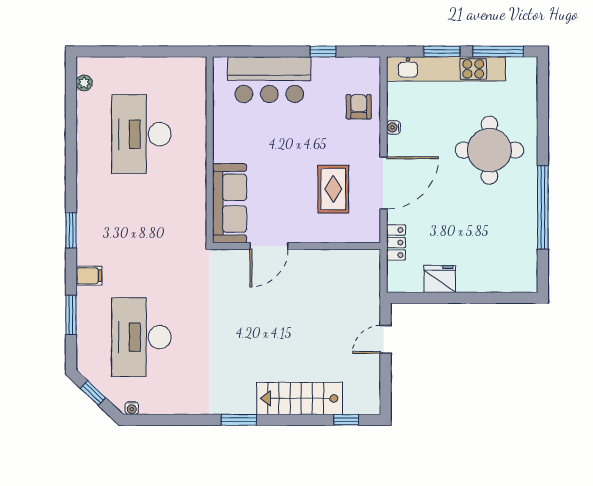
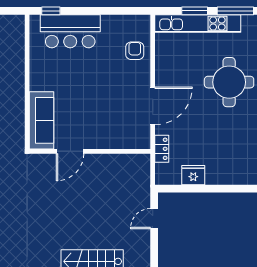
window: (323, 51) -> (51, 11), moved
water cooler: (393, 127) -> (160, 66), removed
rug: (333, 189) -> (116, 110), removed

